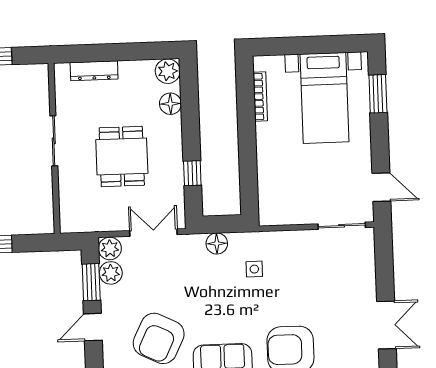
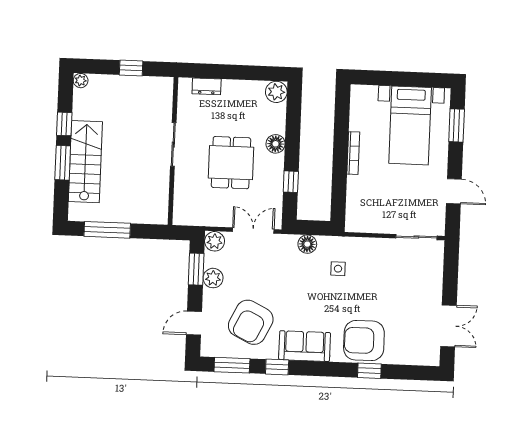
dresser: (94, 71) -> (207, 86), width x0.70
bookcase: (260, 97) -> (353, 153), moved
floor lamp: (170, 104) -> (276, 144), moved
door: (381, 187) -> (454, 191), moved
plant: (111, 273) -> (213, 278), moved
door: (93, 327) -> (194, 323), moved

